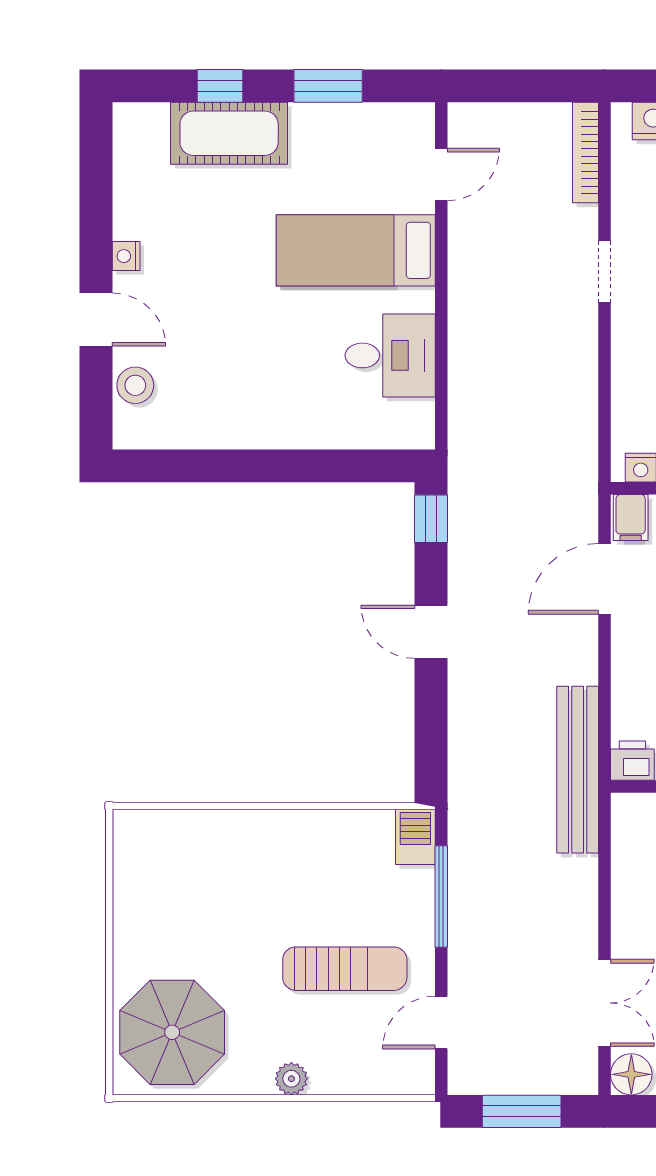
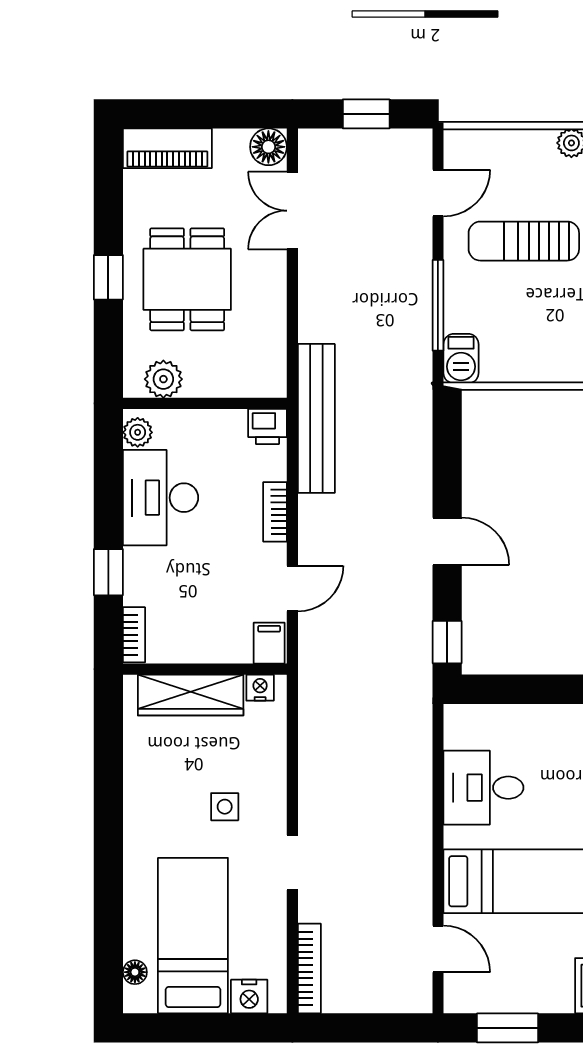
window: (328, 86) -> (507, 1028), moved
door: (441, 174) -> (438, 949), swing flipped
door: (605, 579) -> (292, 589), width x0.73
bookcase: (624, 665) -> (275, 512), added
window: (522, 1111) -> (366, 114), width x0.67

